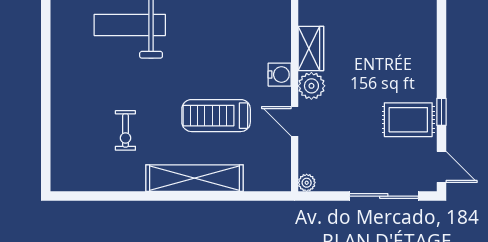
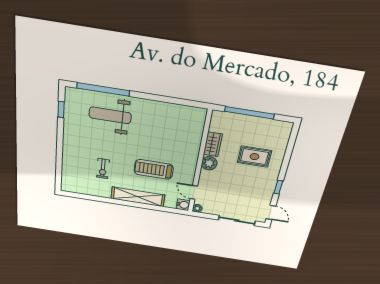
window: (46, 28) -> (61, 109), added
water cooler: (280, 75) -> (183, 205), moved
rug: (408, 120) -> (254, 157), moved
door: (295, 121) -> (194, 192), moved

